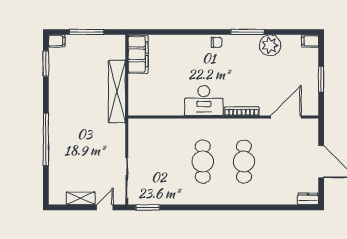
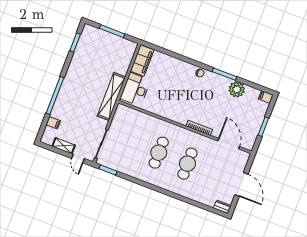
filing cabinet: (57, 41) -> (53, 123), moved
shelving: (117, 91) -> (111, 97), moved
desk: (204, 101) -> (135, 89), moved, turned 90
door: (286, 117) -> (229, 144), hinge flipped
door: (105, 207) -> (78, 159), swing flipped

